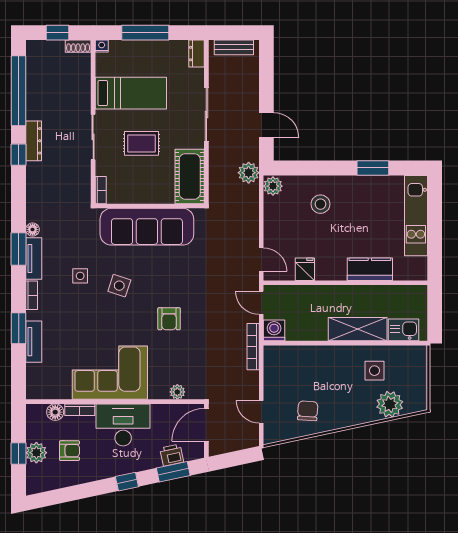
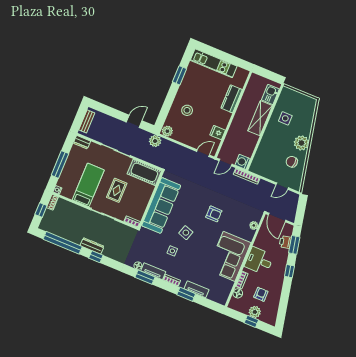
plant: (390, 404) -> (301, 143), moved
desk: (123, 425) -> (259, 261), width x0.73

